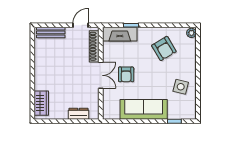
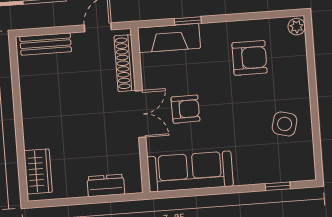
armchair: (164, 48) -> (250, 58), turned -59
armchair: (126, 74) -> (185, 109), turned -91
sofa: (144, 109) -> (190, 172), moved

